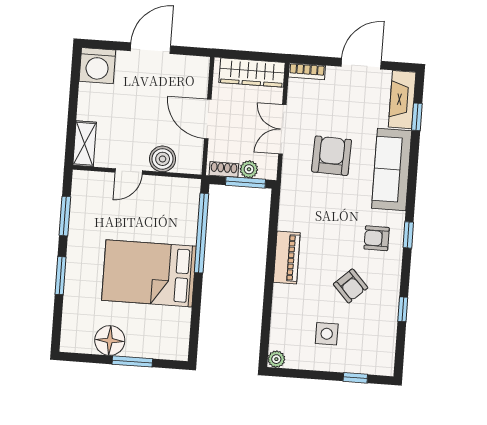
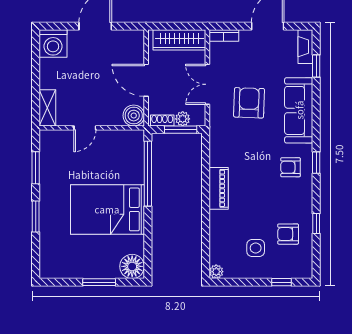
fireplace: (402, 100) -> (305, 47), width x0.73, depth x0.76
boiler: (163, 159) -> (134, 116), moved
armchair: (351, 286) -> (288, 234), moved, turned 133
floor lamp: (110, 341) -> (132, 266), moved

